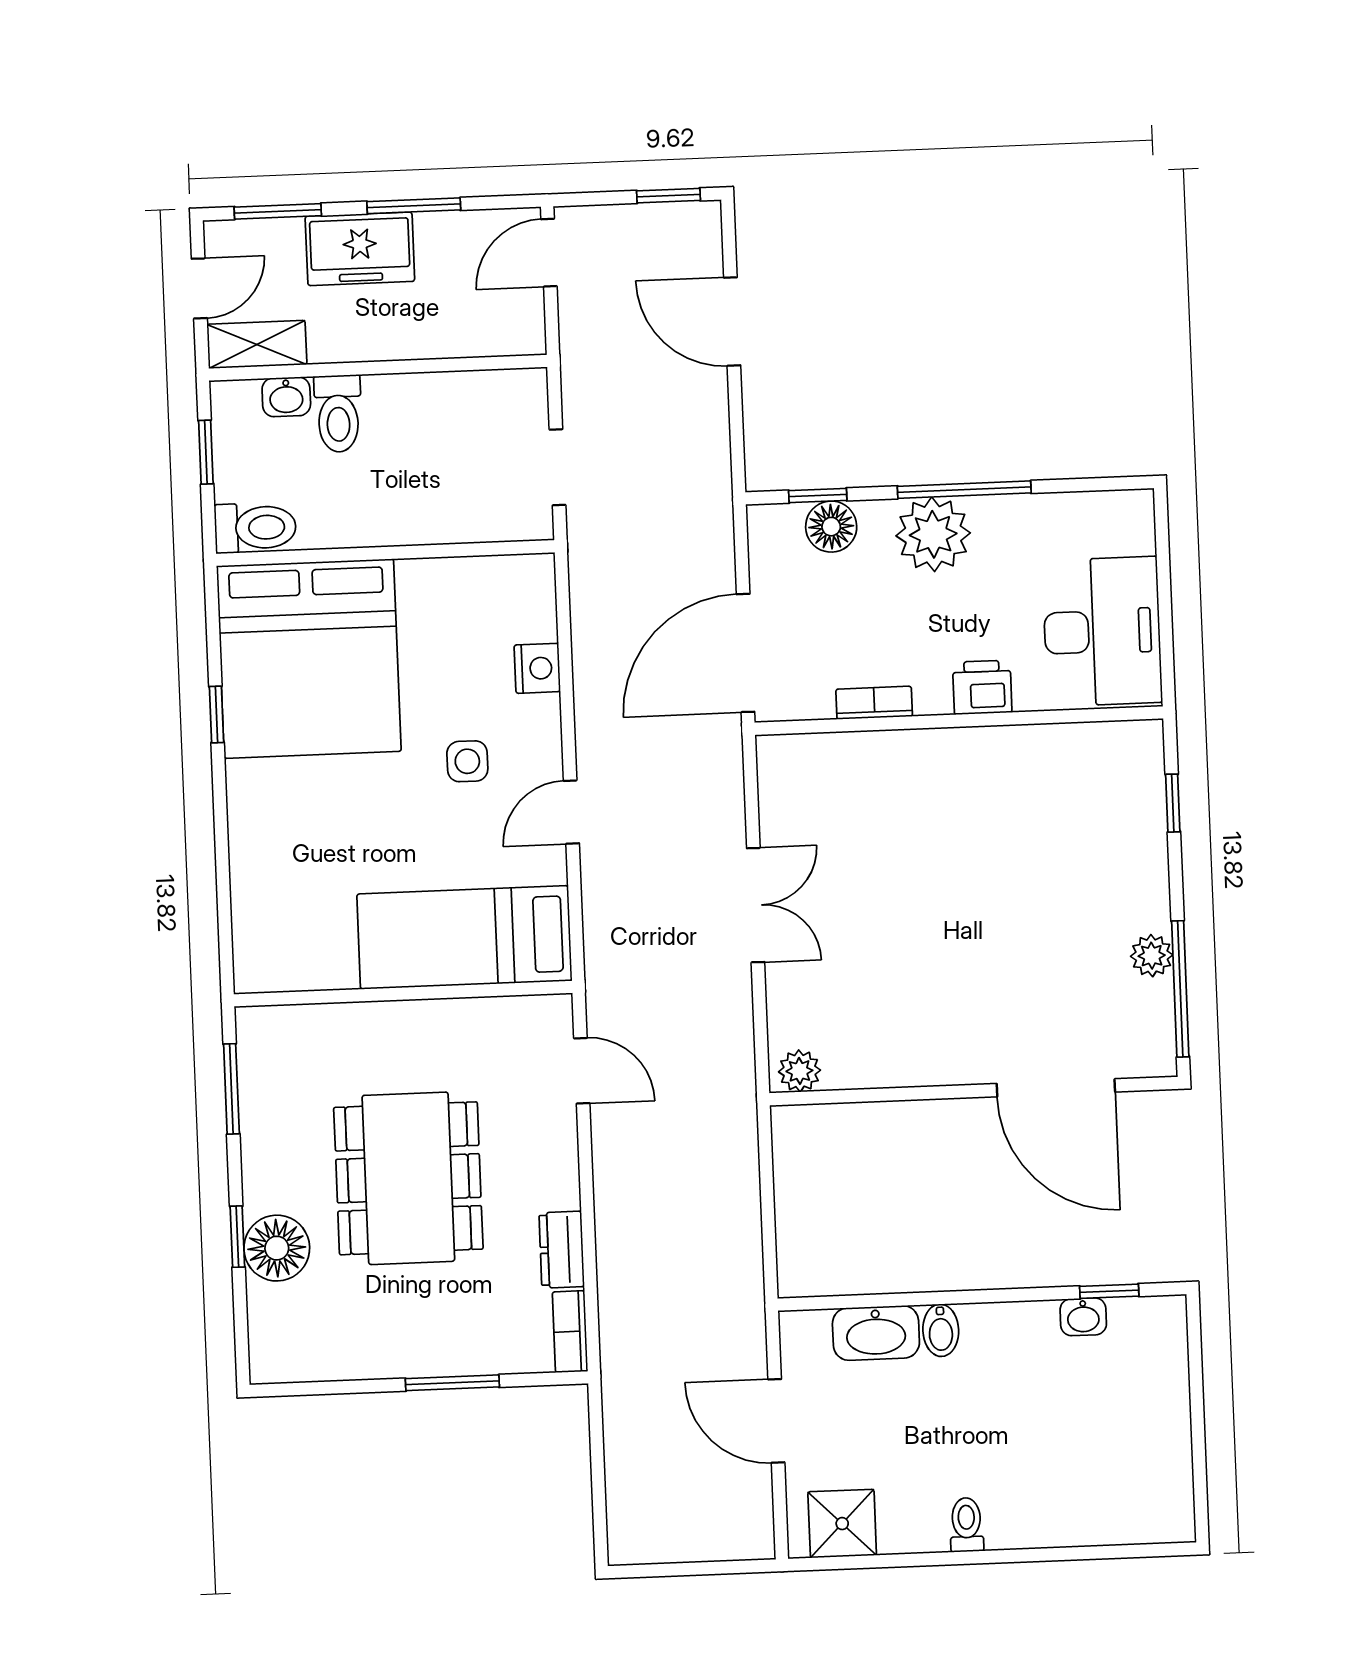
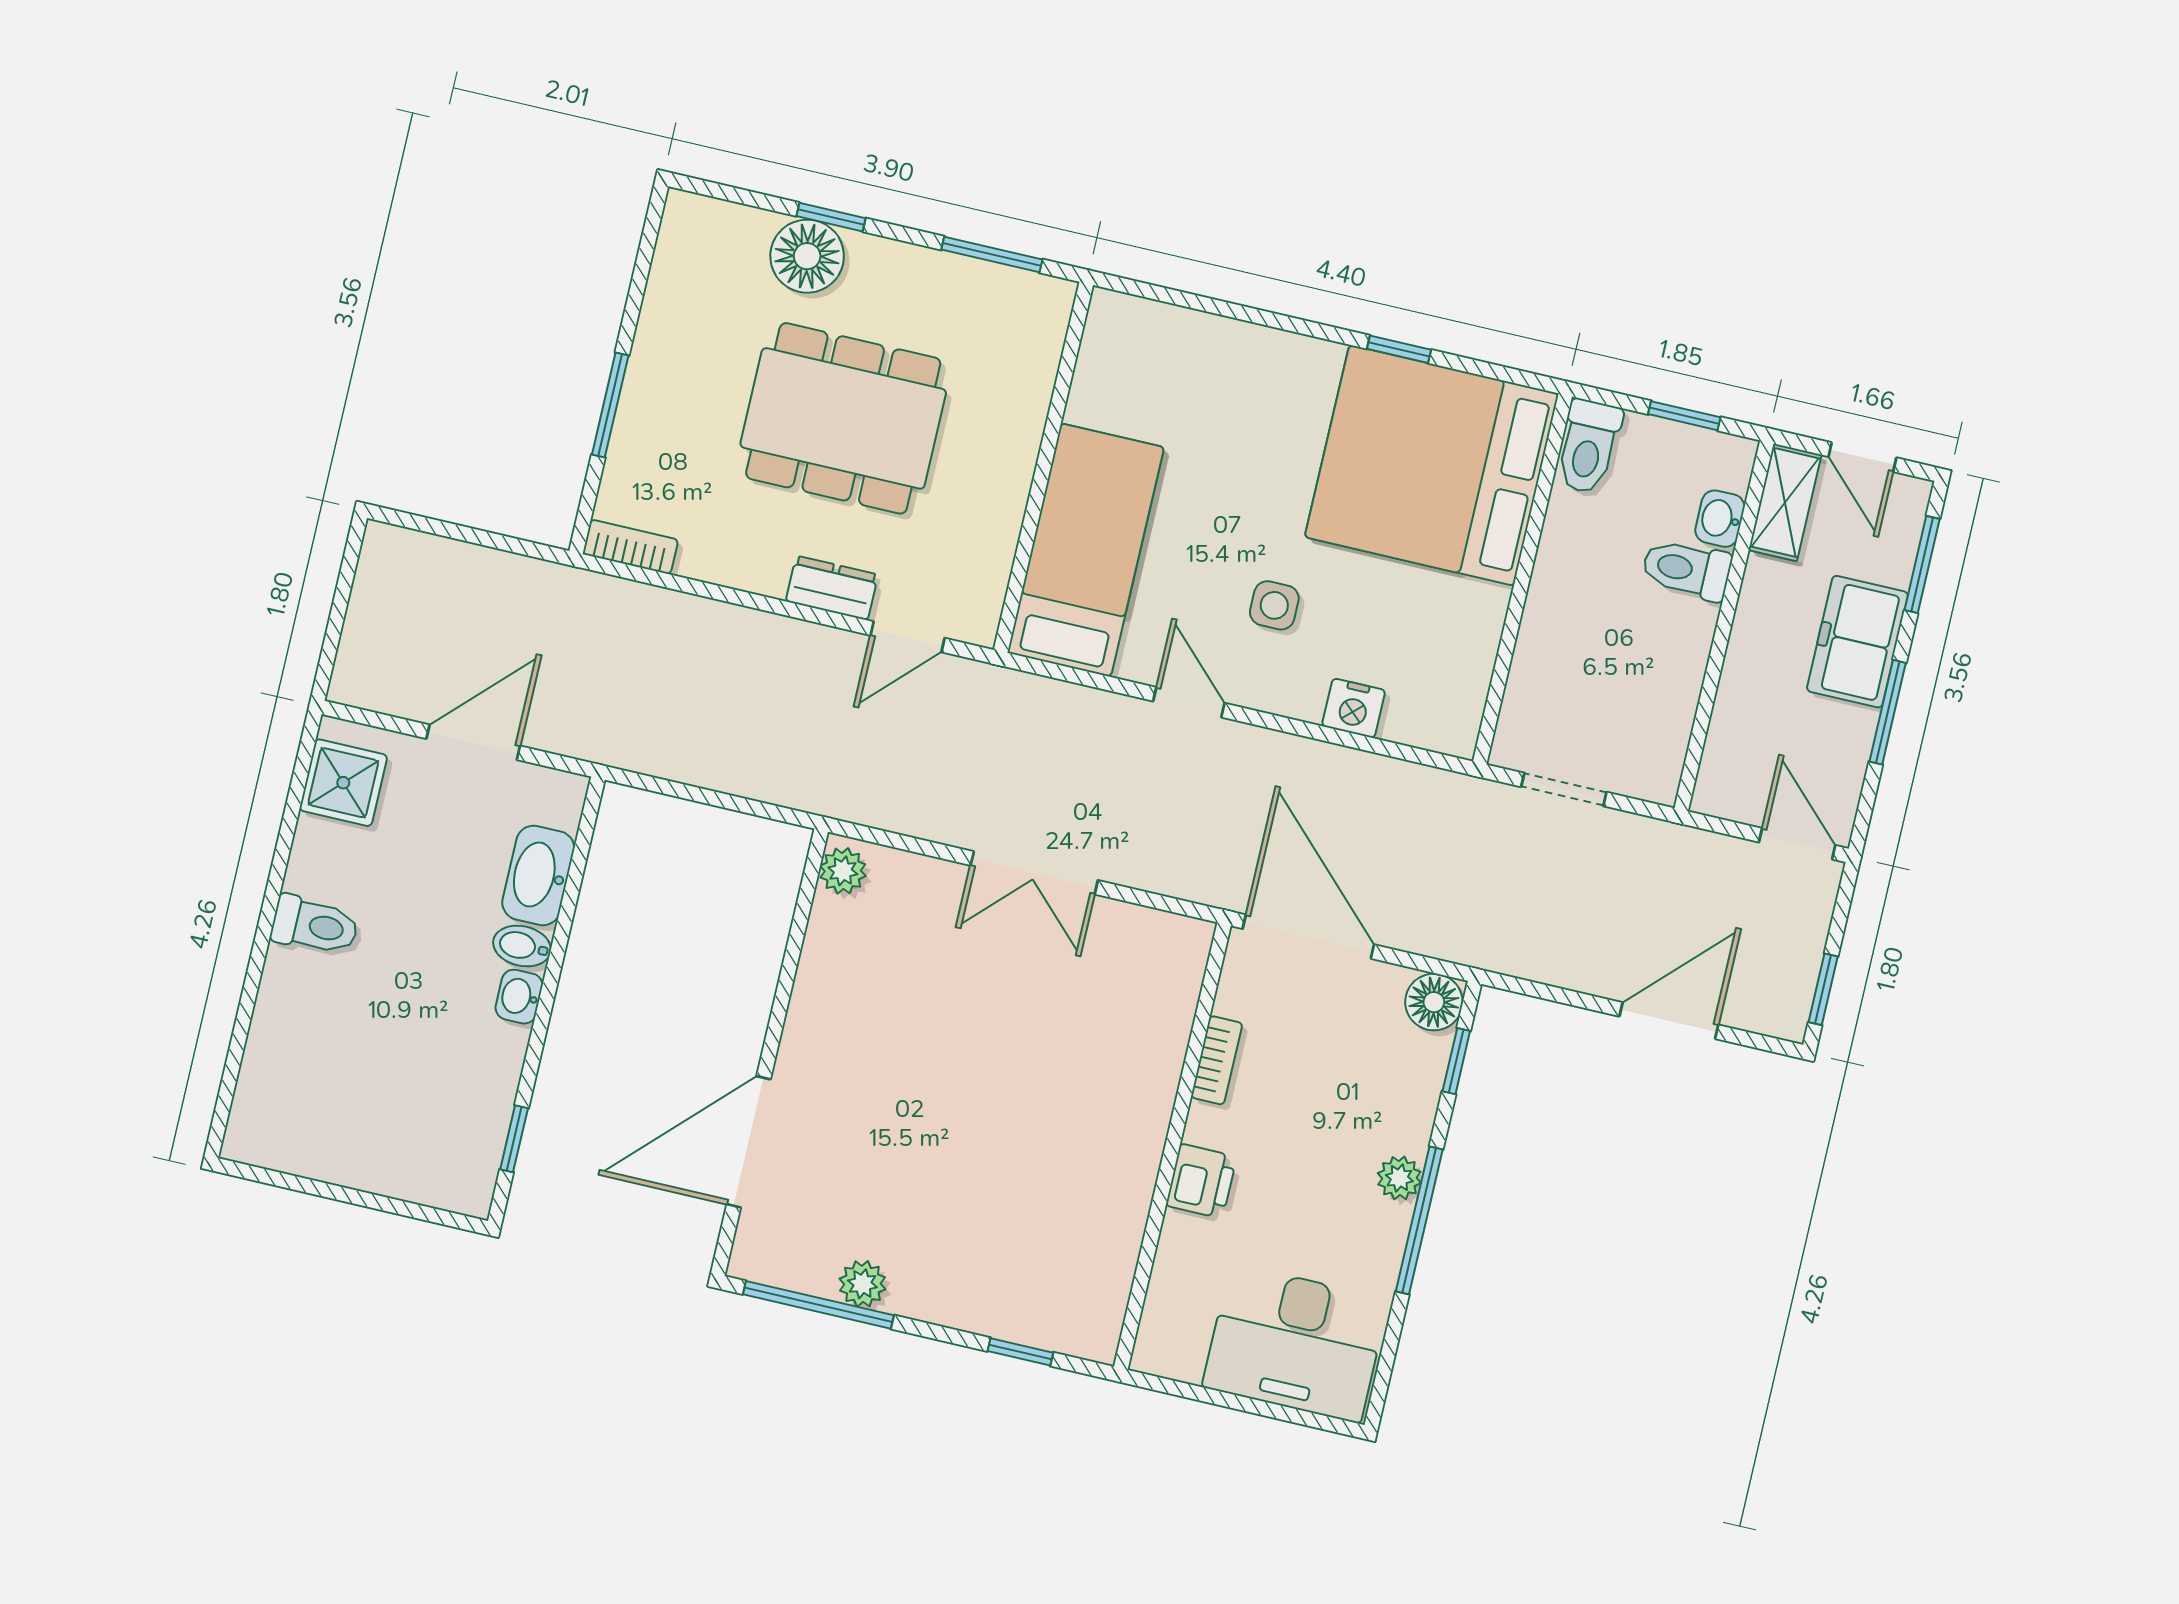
floor lamp: (831, 527) -> (1434, 1002), moved
plant: (933, 534) -> (1399, 1178), width x0.53, depth x0.53
desk: (1102, 631) -> (1295, 1343), moved
dresser: (562, 1250) -> (832, 588), moved
washbasin: (1083, 1317) -> (519, 997), moved
toilet: (967, 1525) -> (315, 925), width x1.37, depth x1.39

